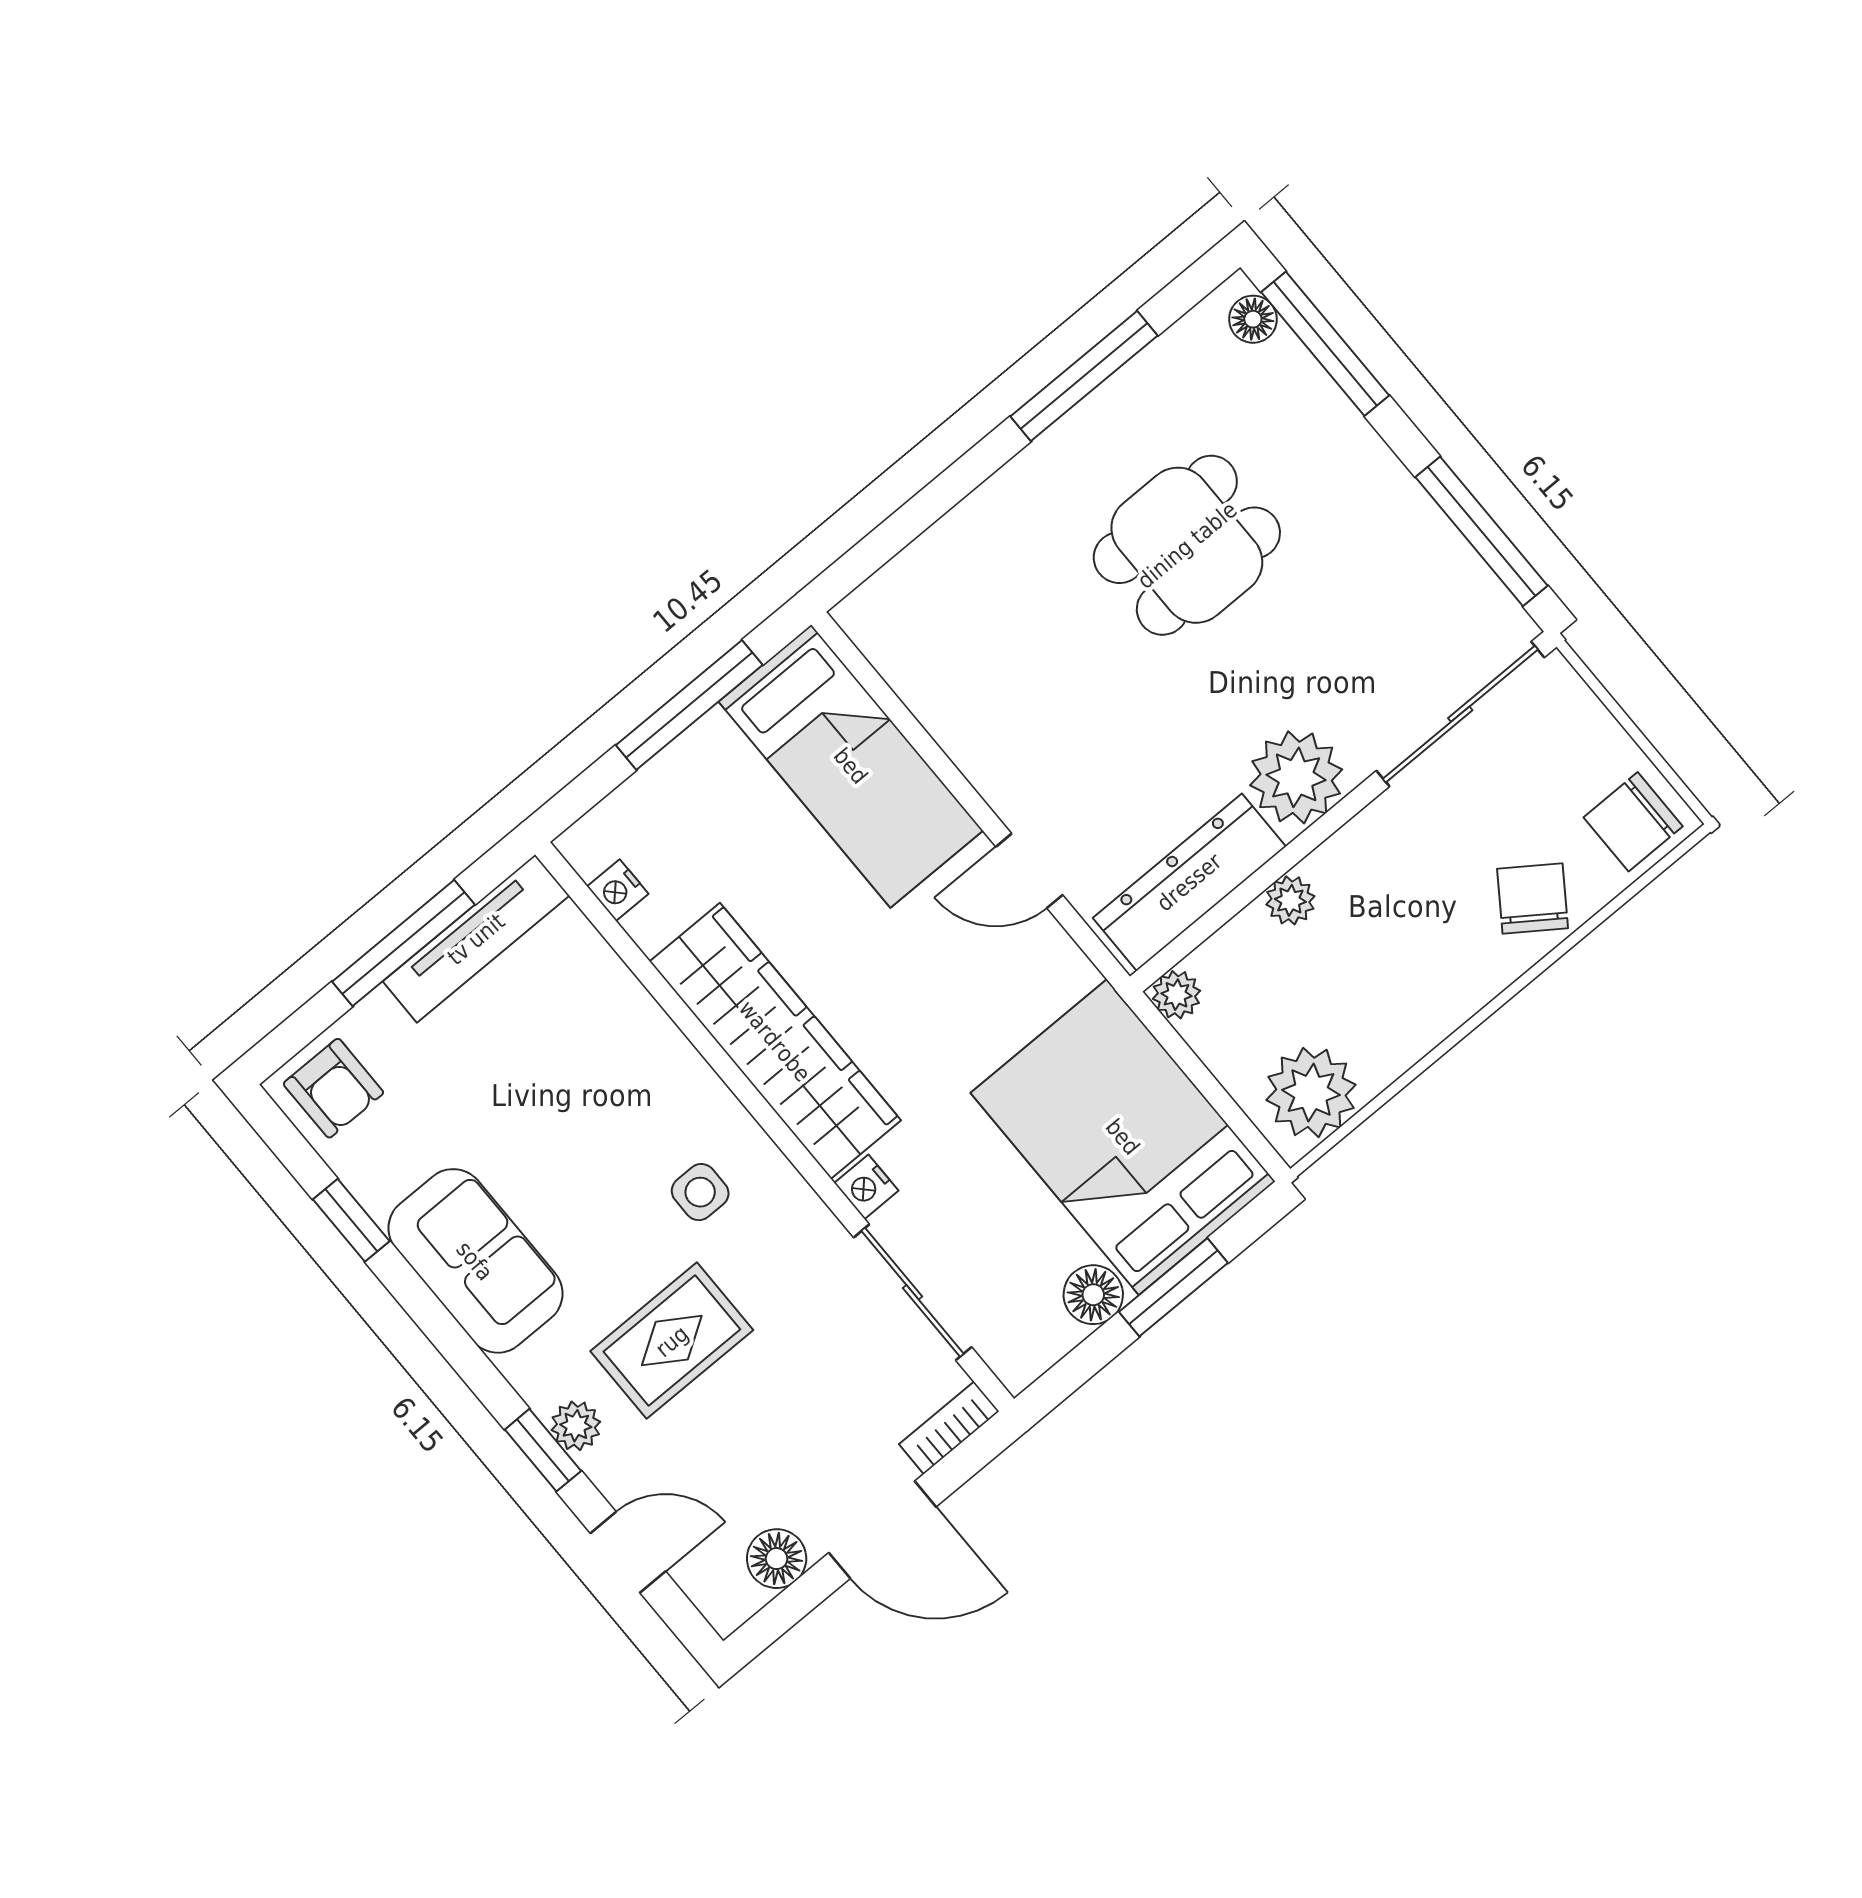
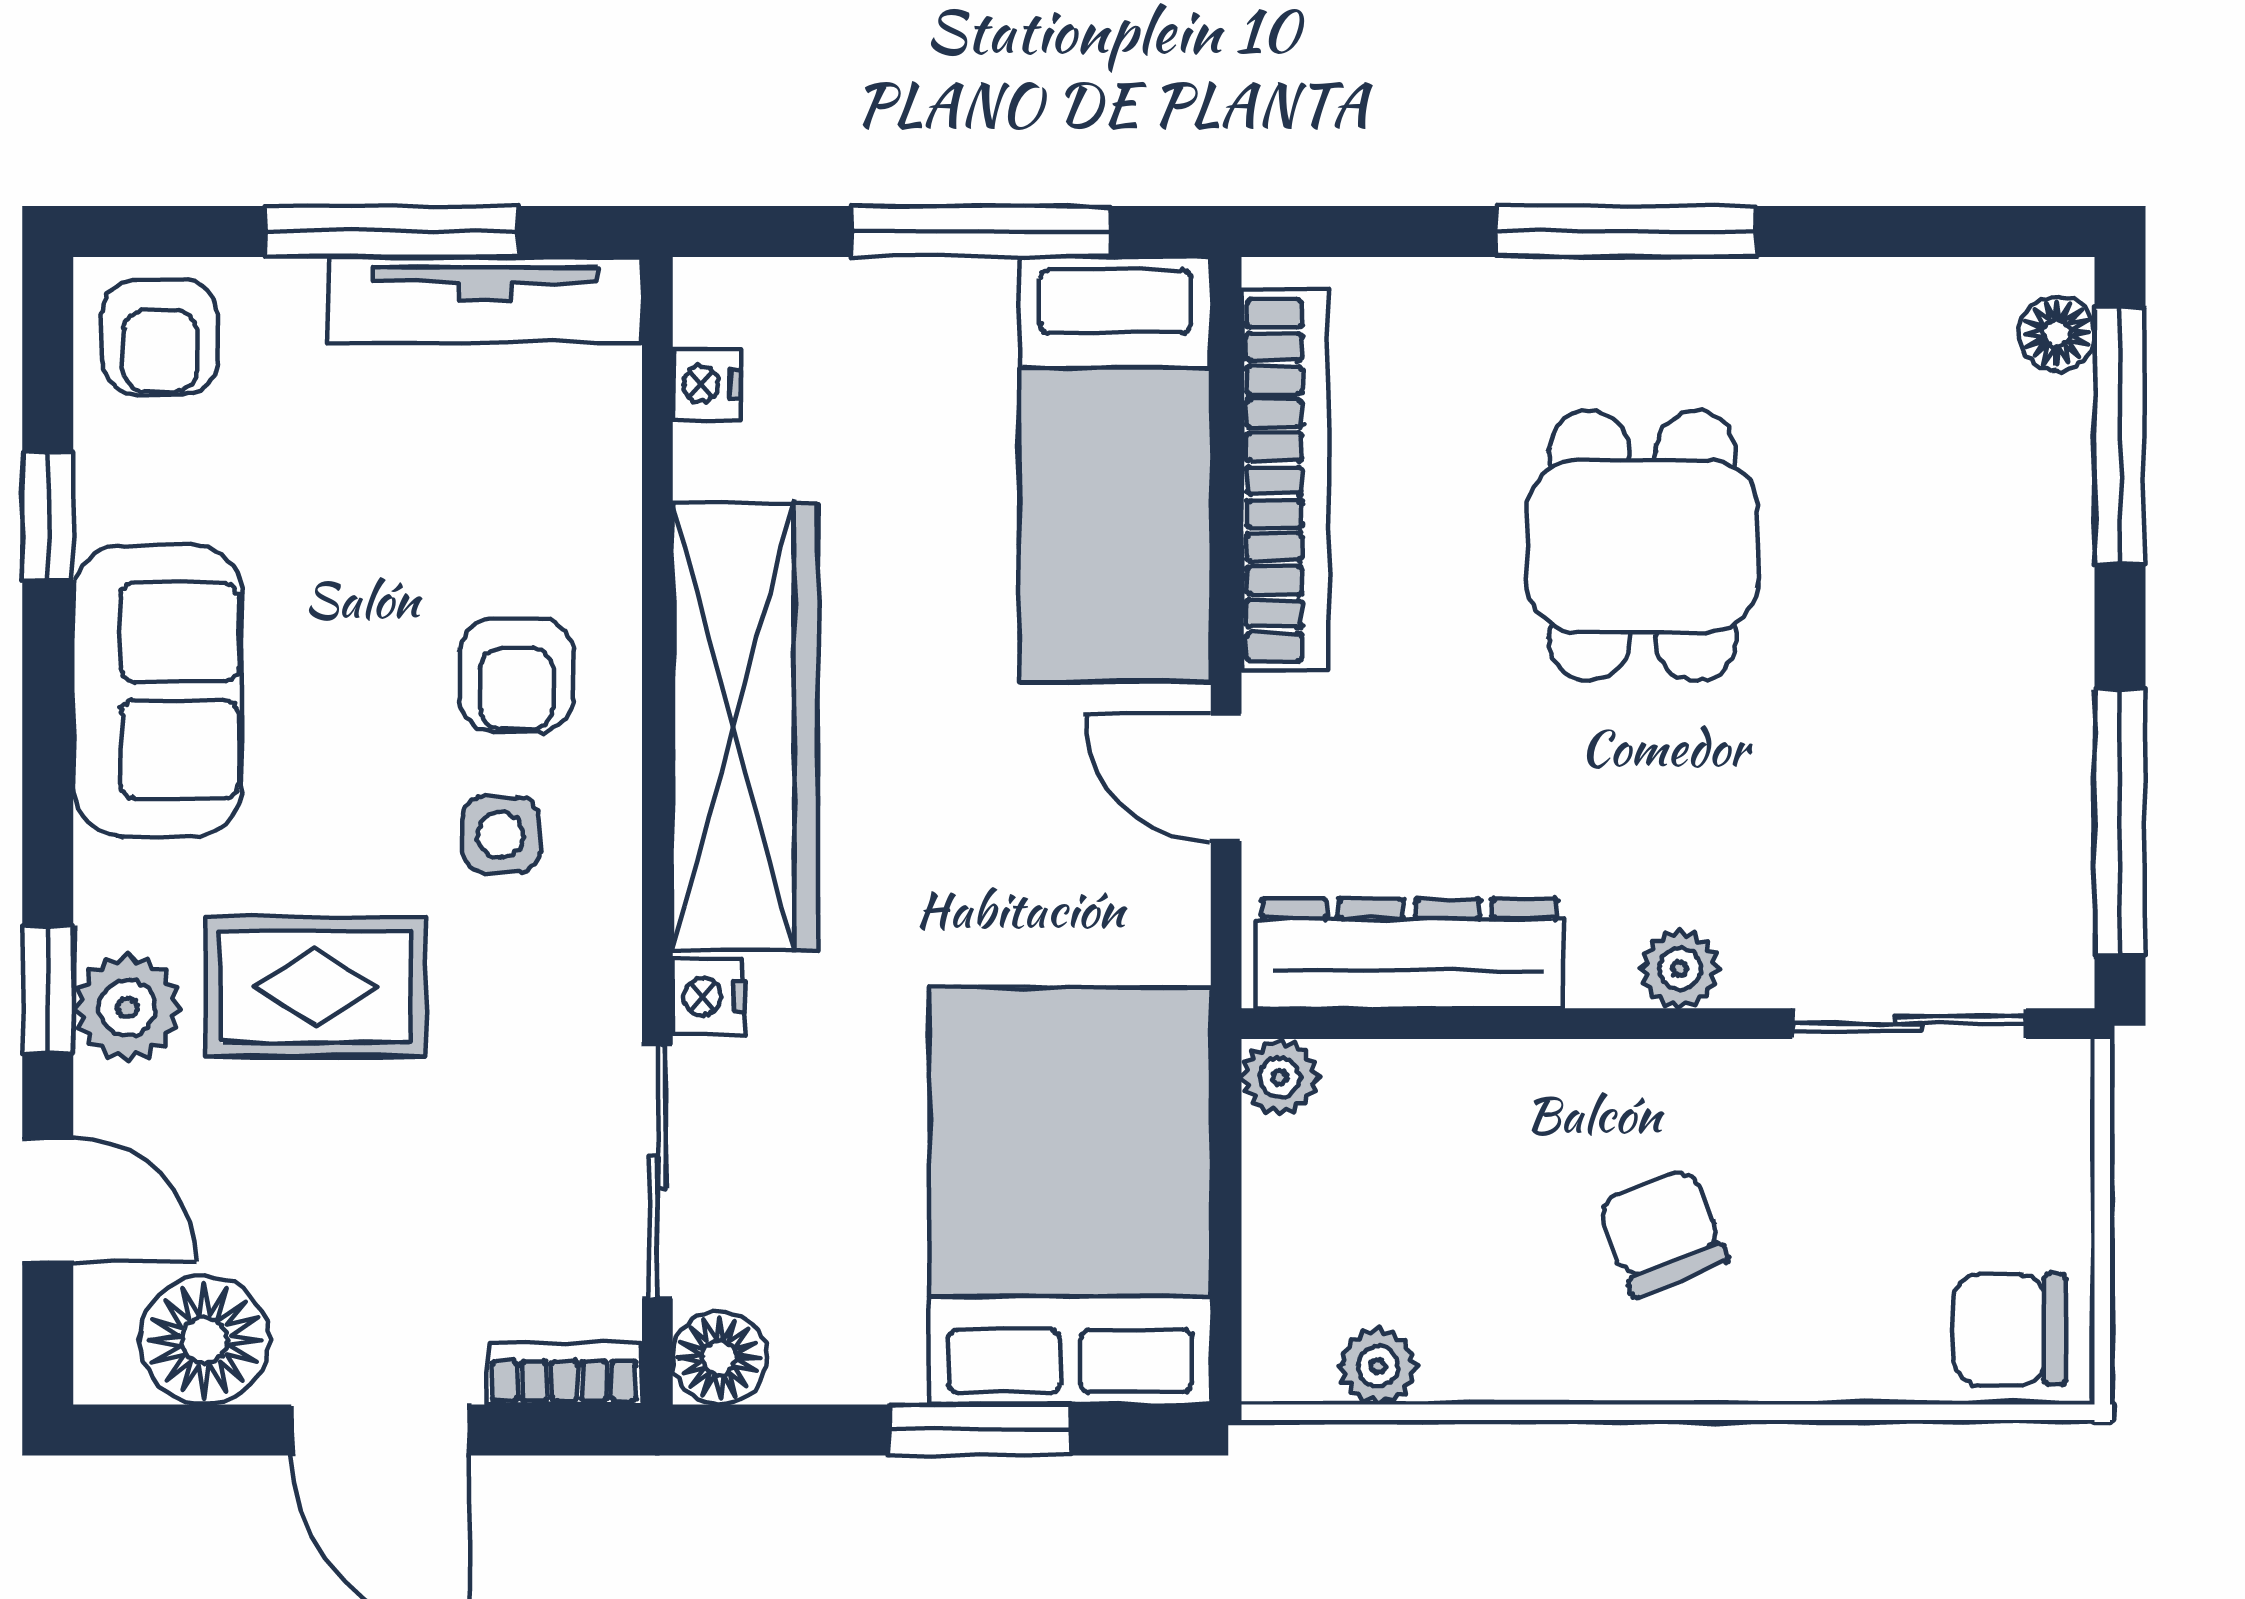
window: (1084, 376) -> (1626, 231), moved
dining table: (1187, 545) -> (1643, 546), moved, turned 90
bookcase: (937, 703) -> (1285, 480), added
sliding door: (1460, 714) -> (1909, 1024), width x0.73
plant: (1296, 777) -> (1680, 969), width x0.53, depth x0.53
chair: (1533, 898) -> (1663, 1232), moved, turned -57
plant: (1290, 900) -> (1514, 1078), removed
plant: (1311, 1092) -> (1378, 1366), width x0.53, depth x0.53
armchair: (643, 1108) -> (516, 675), added
floor lamp: (1093, 1295) -> (719, 1358), moved
plant: (576, 1426) -> (127, 1008), width x1.38, depth x1.38
floor lamp: (777, 1559) -> (205, 1340), width x1.38, depth x1.38

